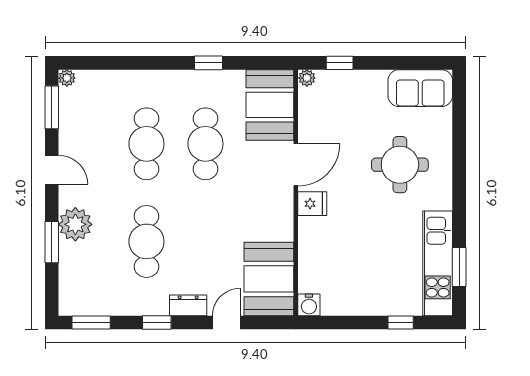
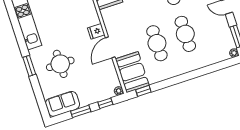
window: (208, 63) -> (143, 91), moved
window: (391, 63) -> (81, 111), added
window: (459, 267) -> (29, 66), moved

